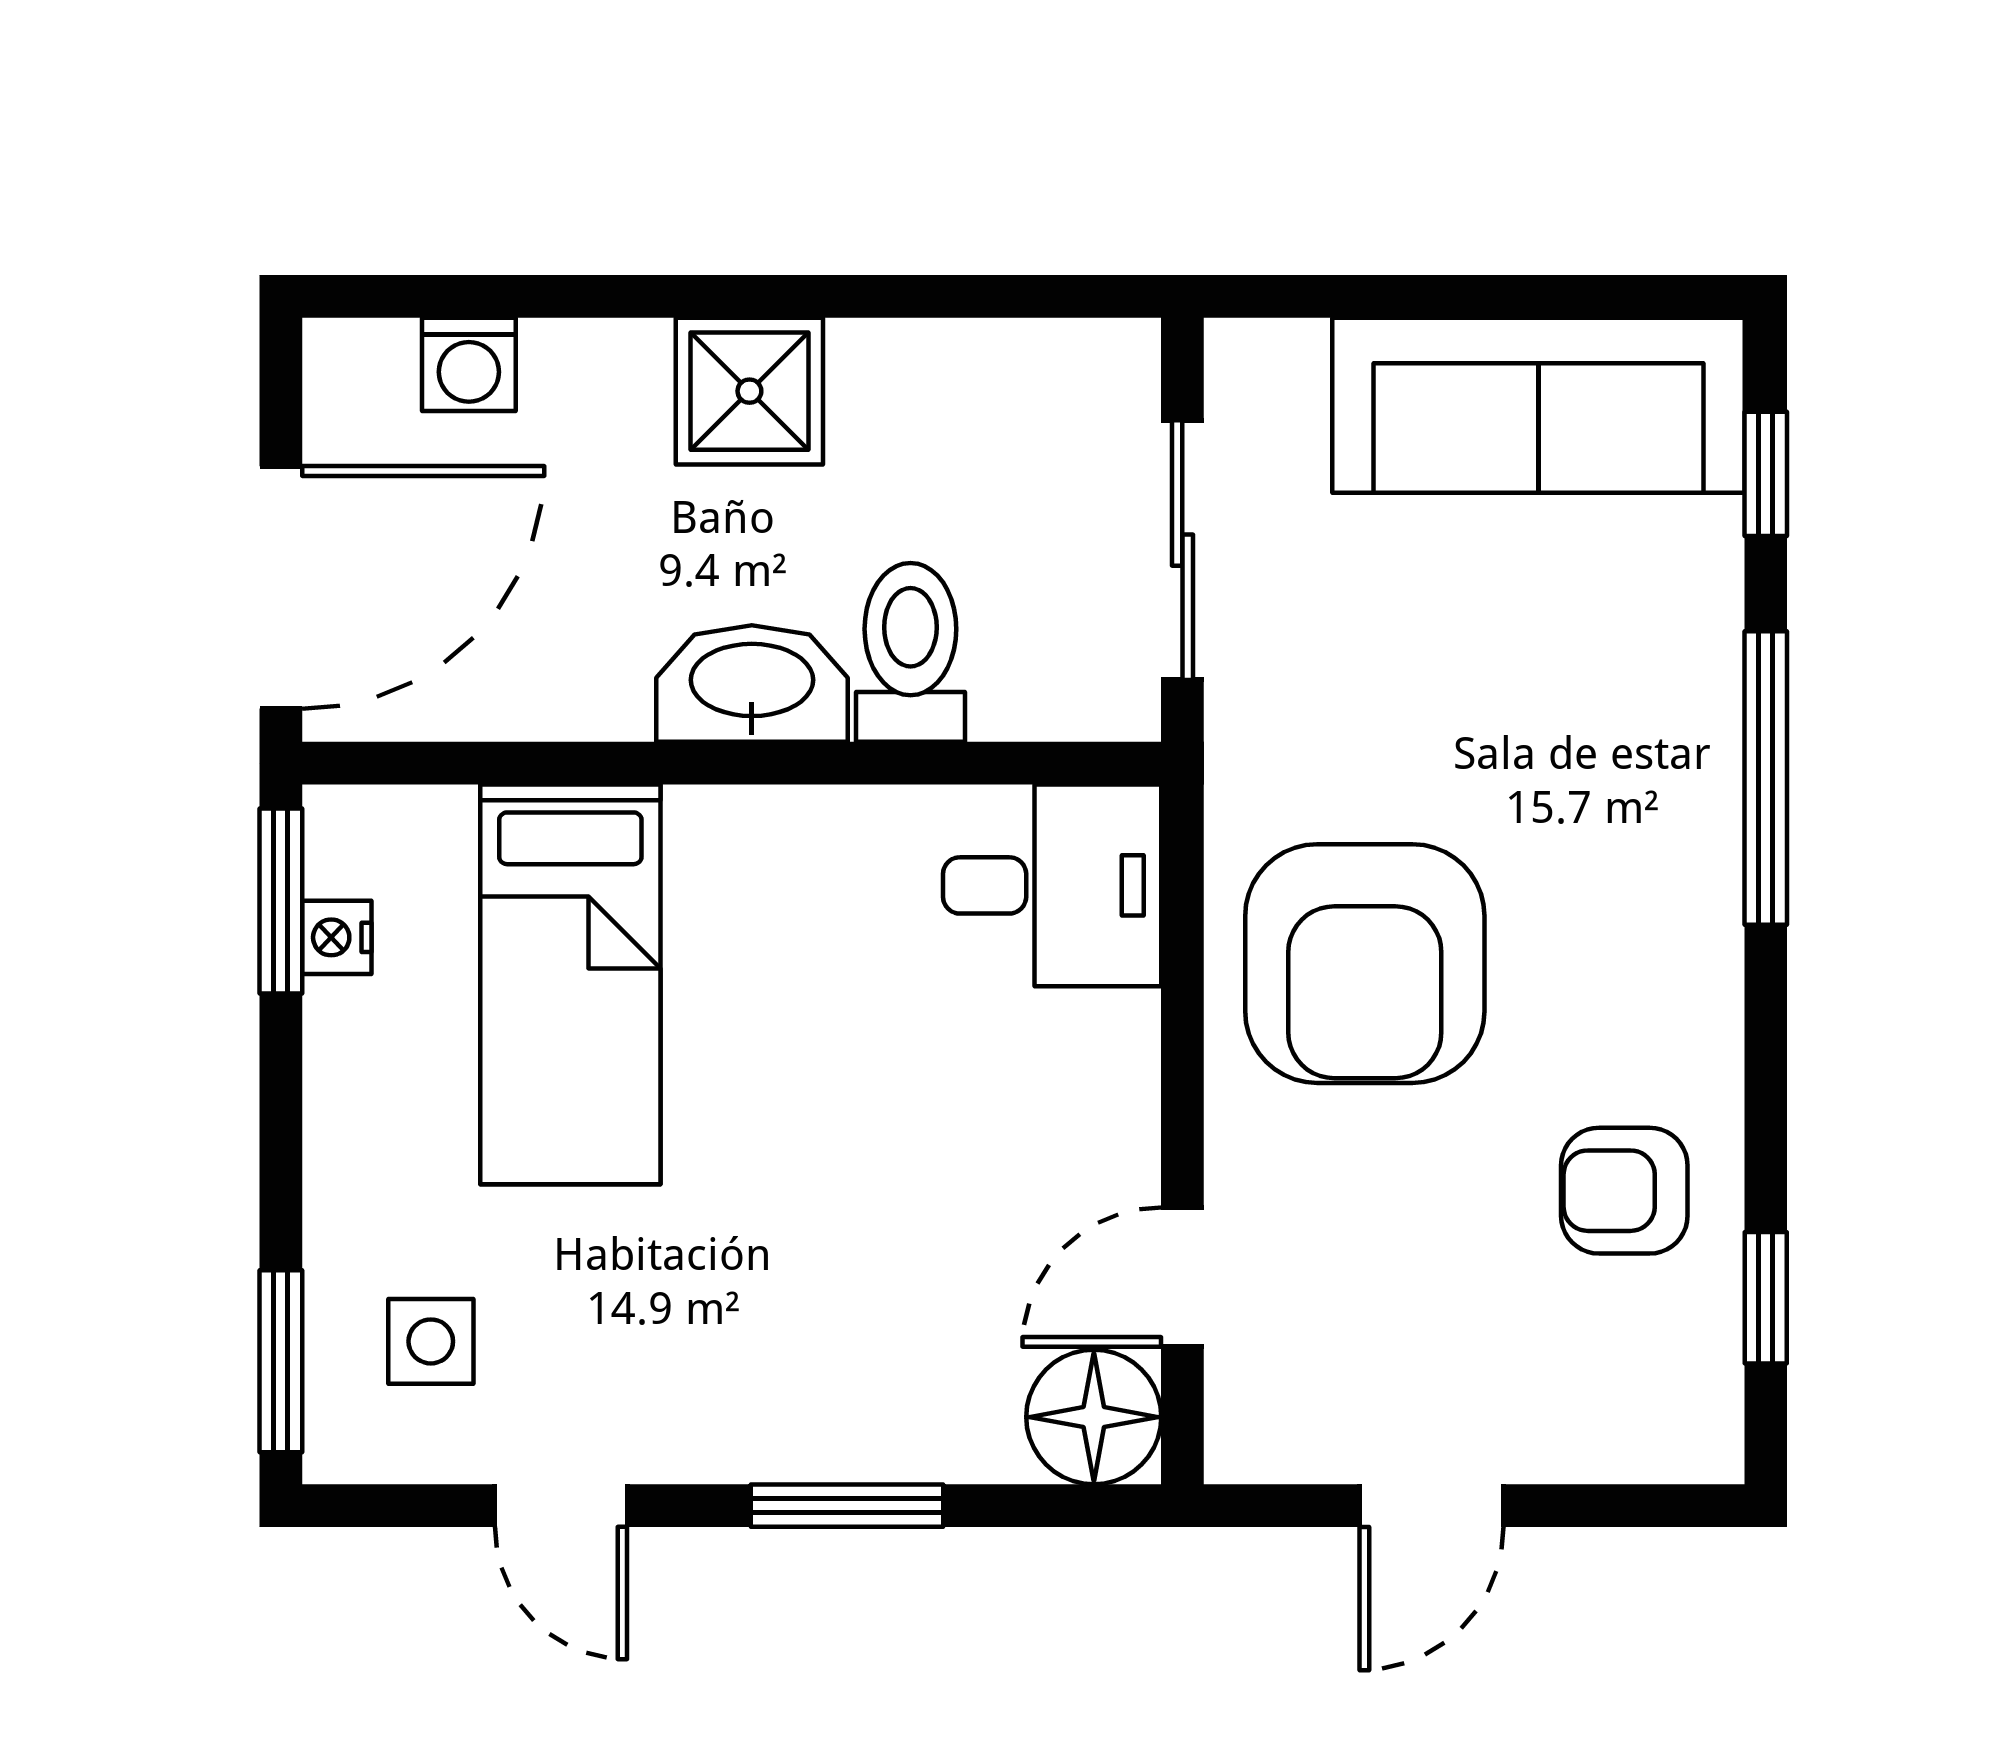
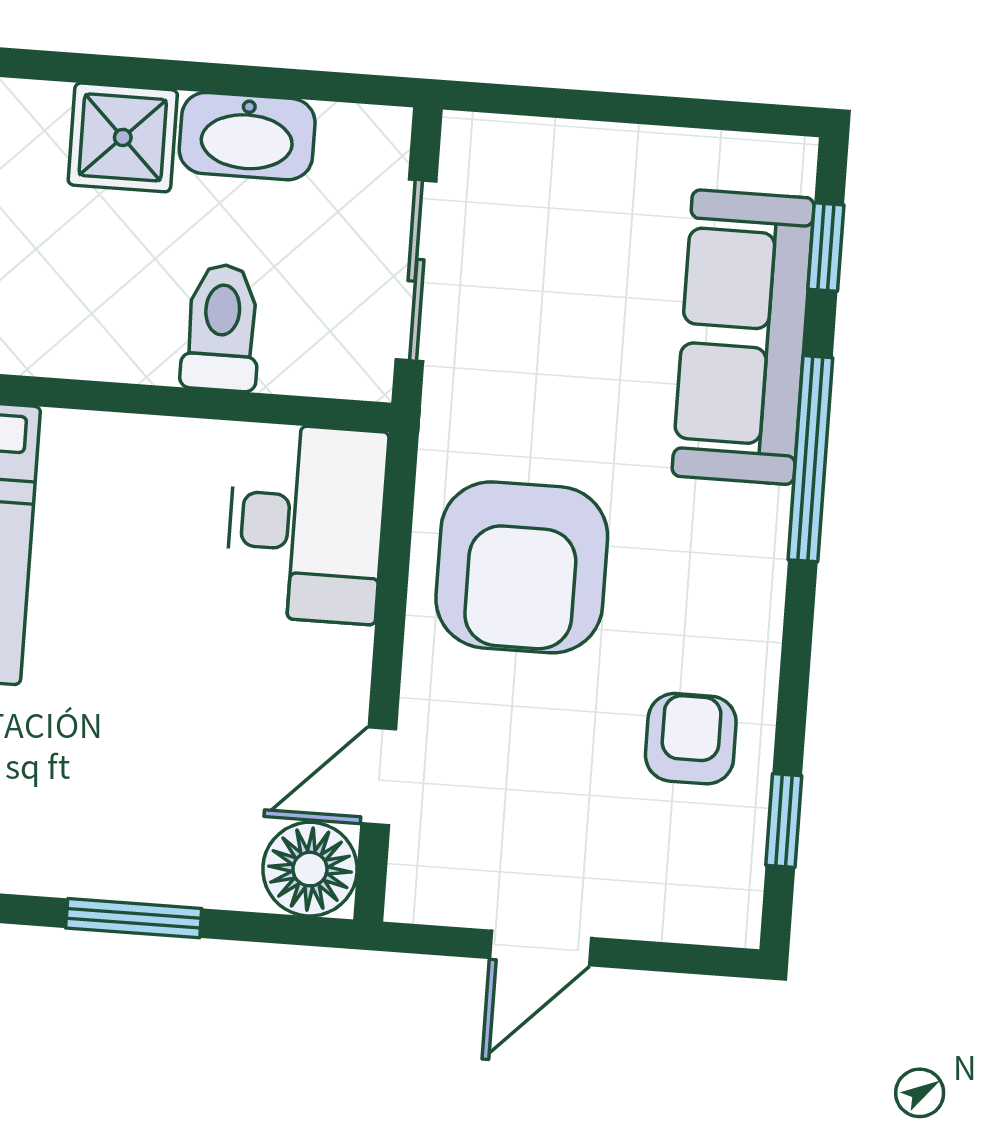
sofa: (1539, 405) -> (743, 337), moved, turned 90
washbasin: (752, 683) -> (247, 136), moved, turned 180
desk: (1052, 885) -> (306, 523), width x1.37
armchair: (1624, 1191) -> (691, 739), turned 90

